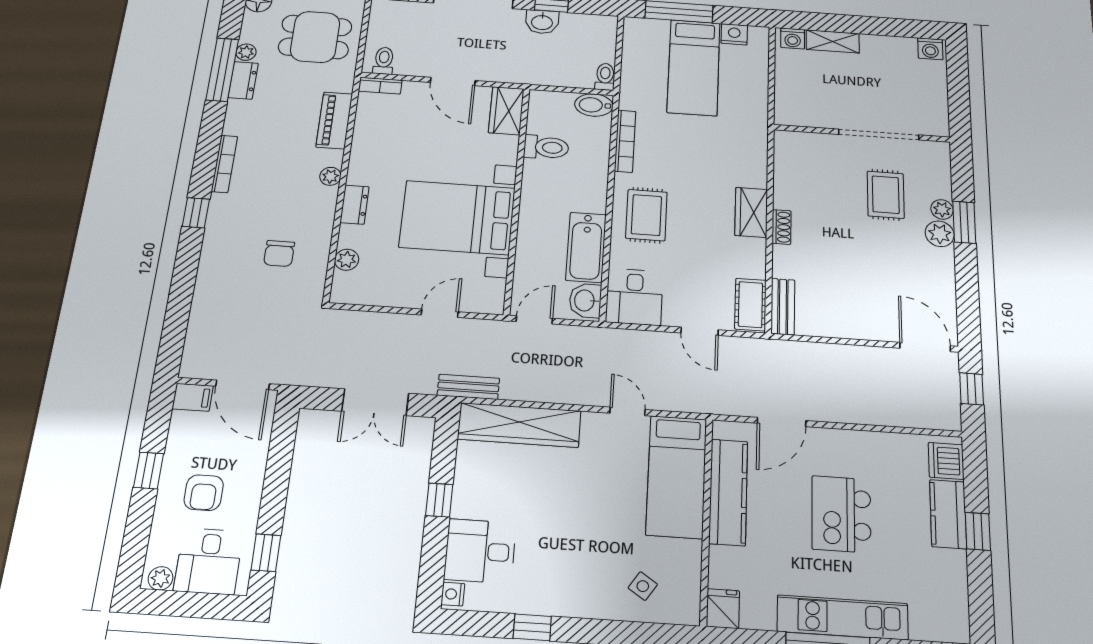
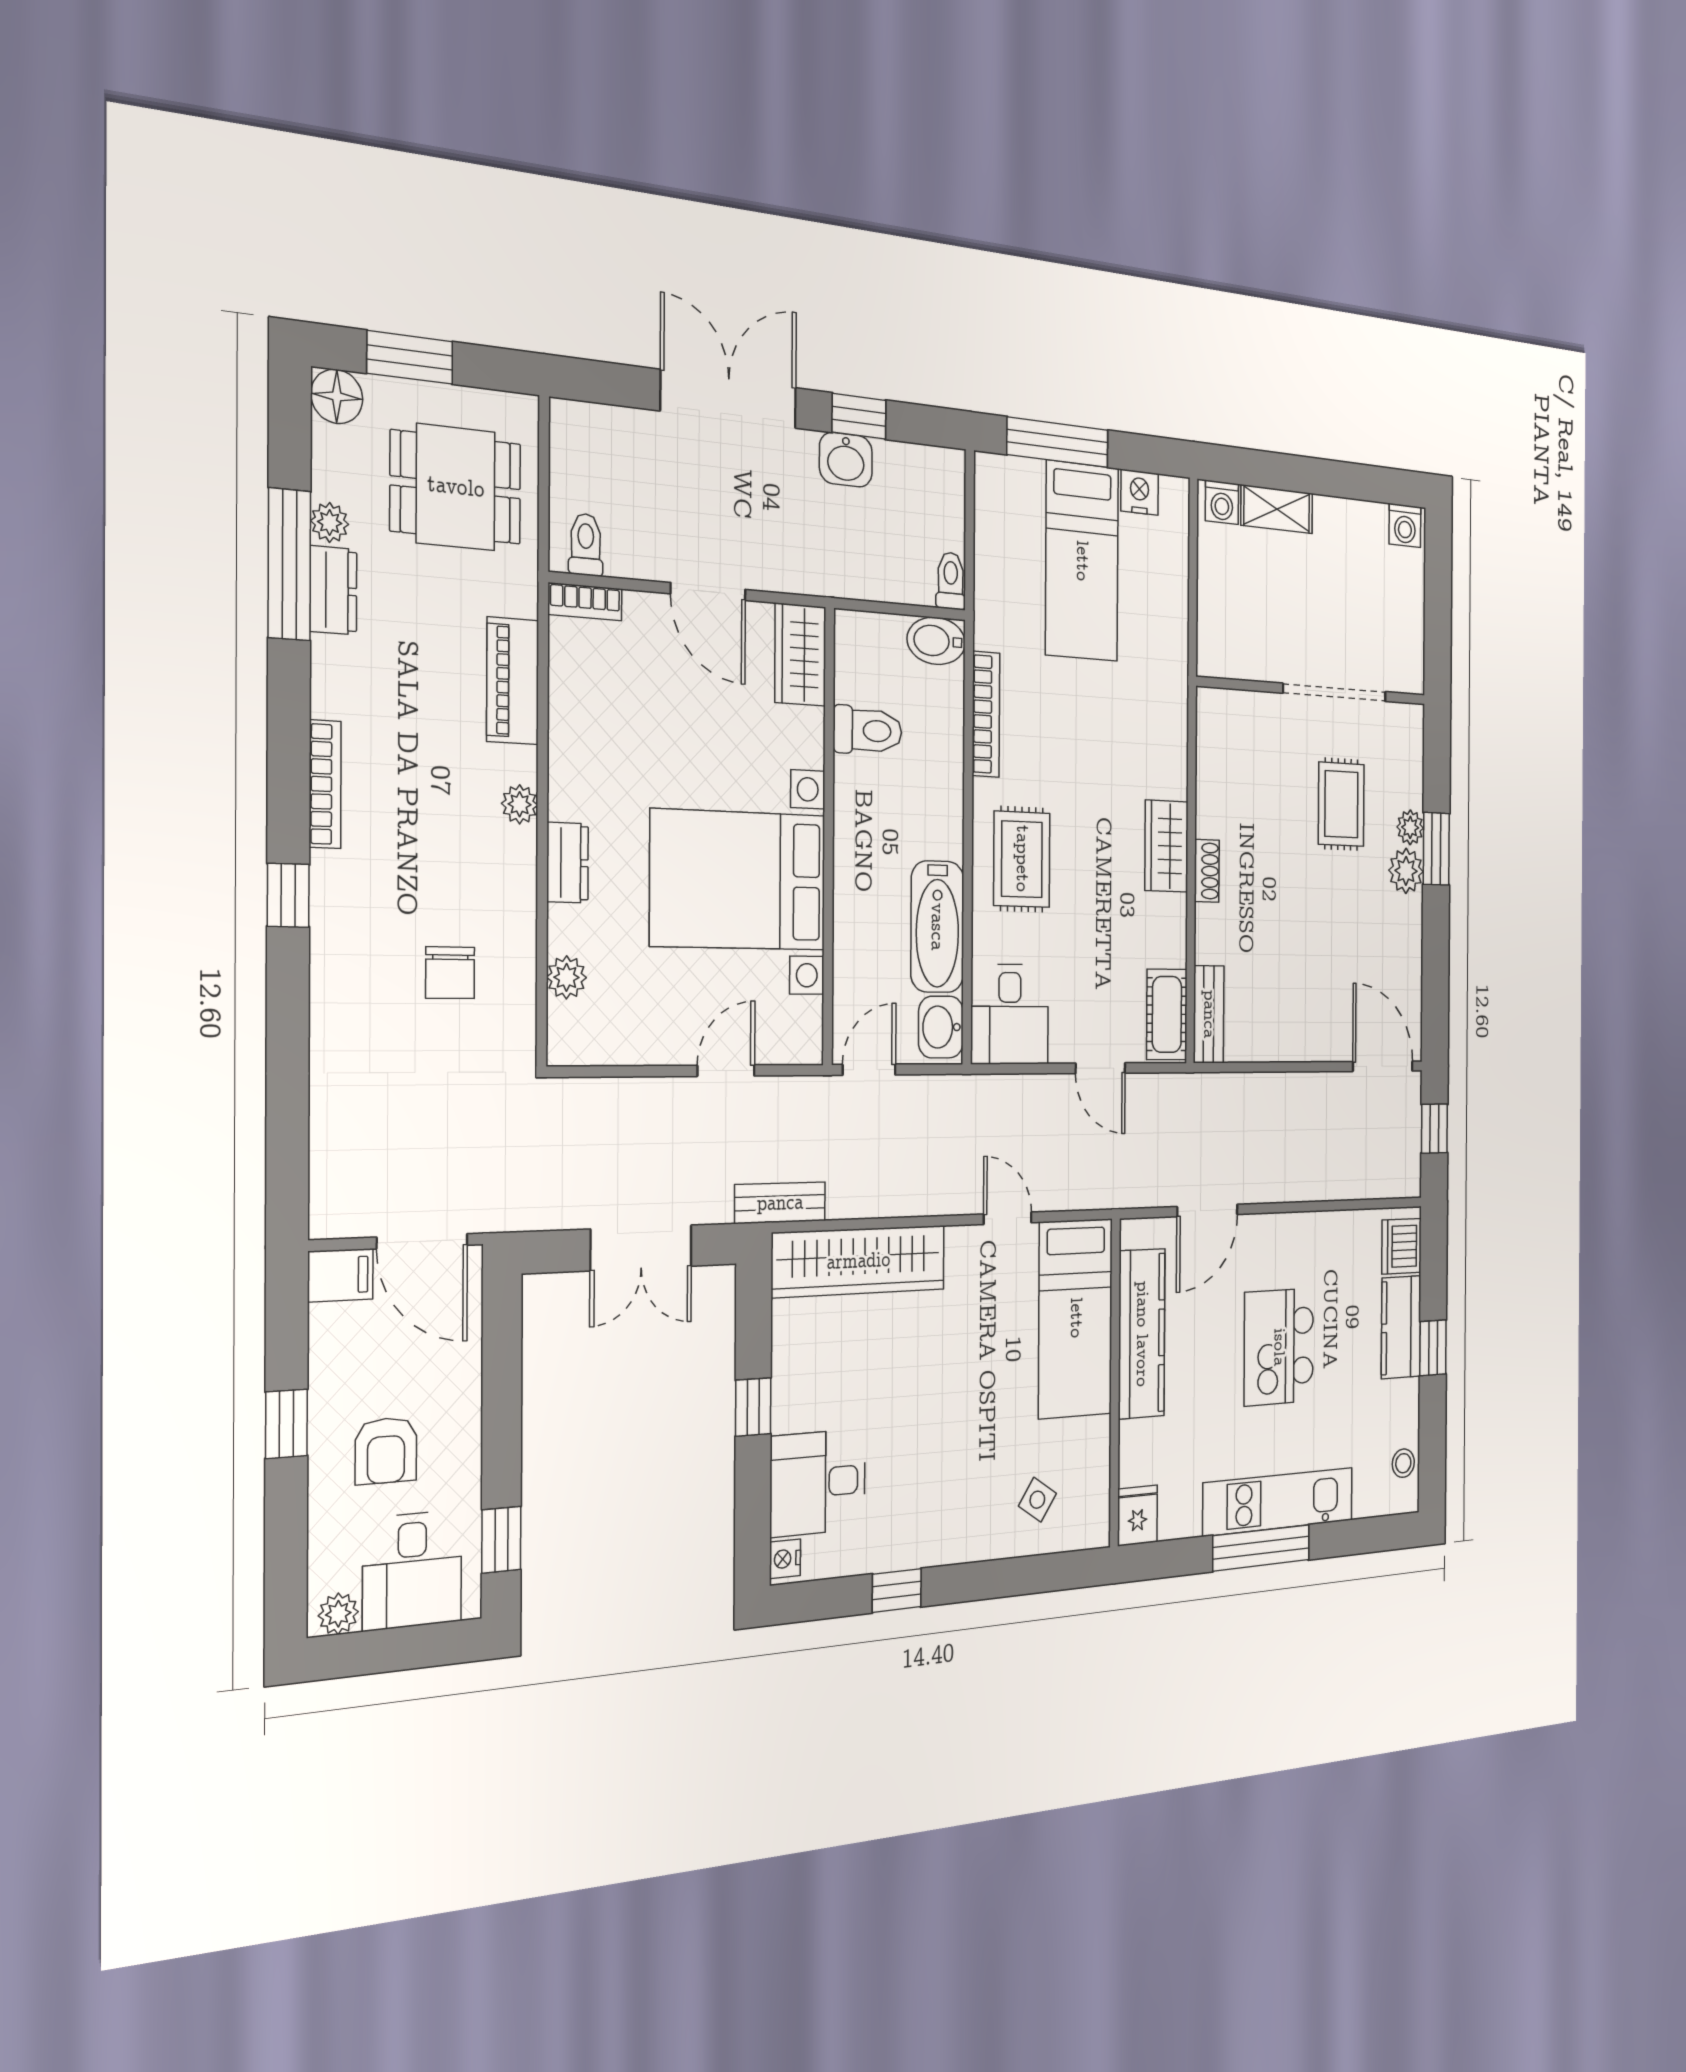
stool: (954, 607) -> (1403, 1463), added

